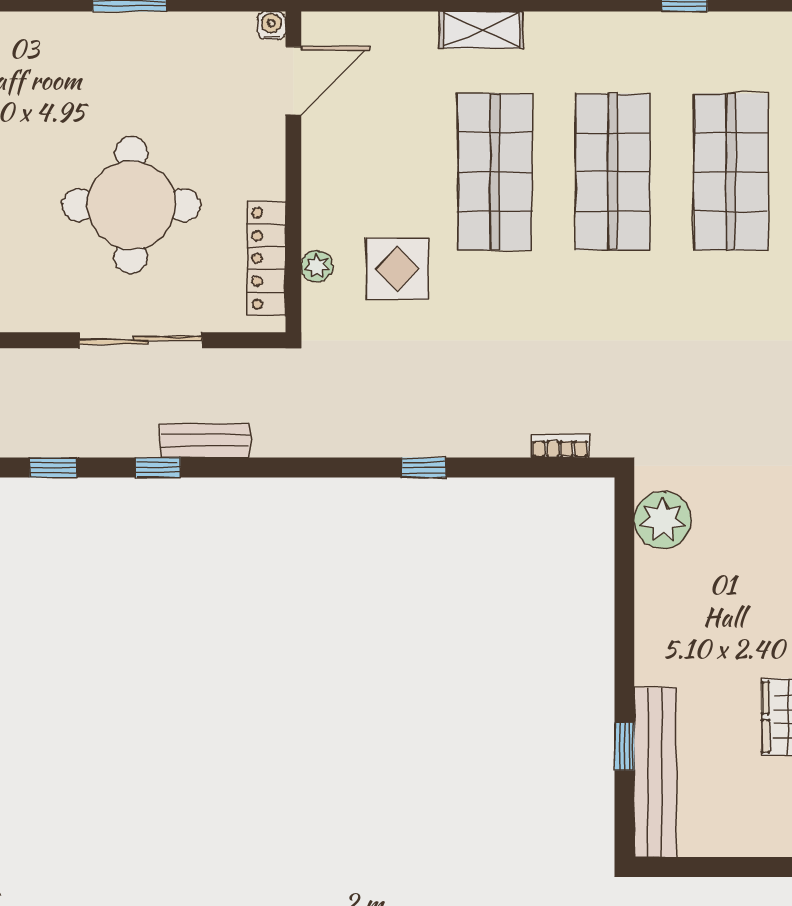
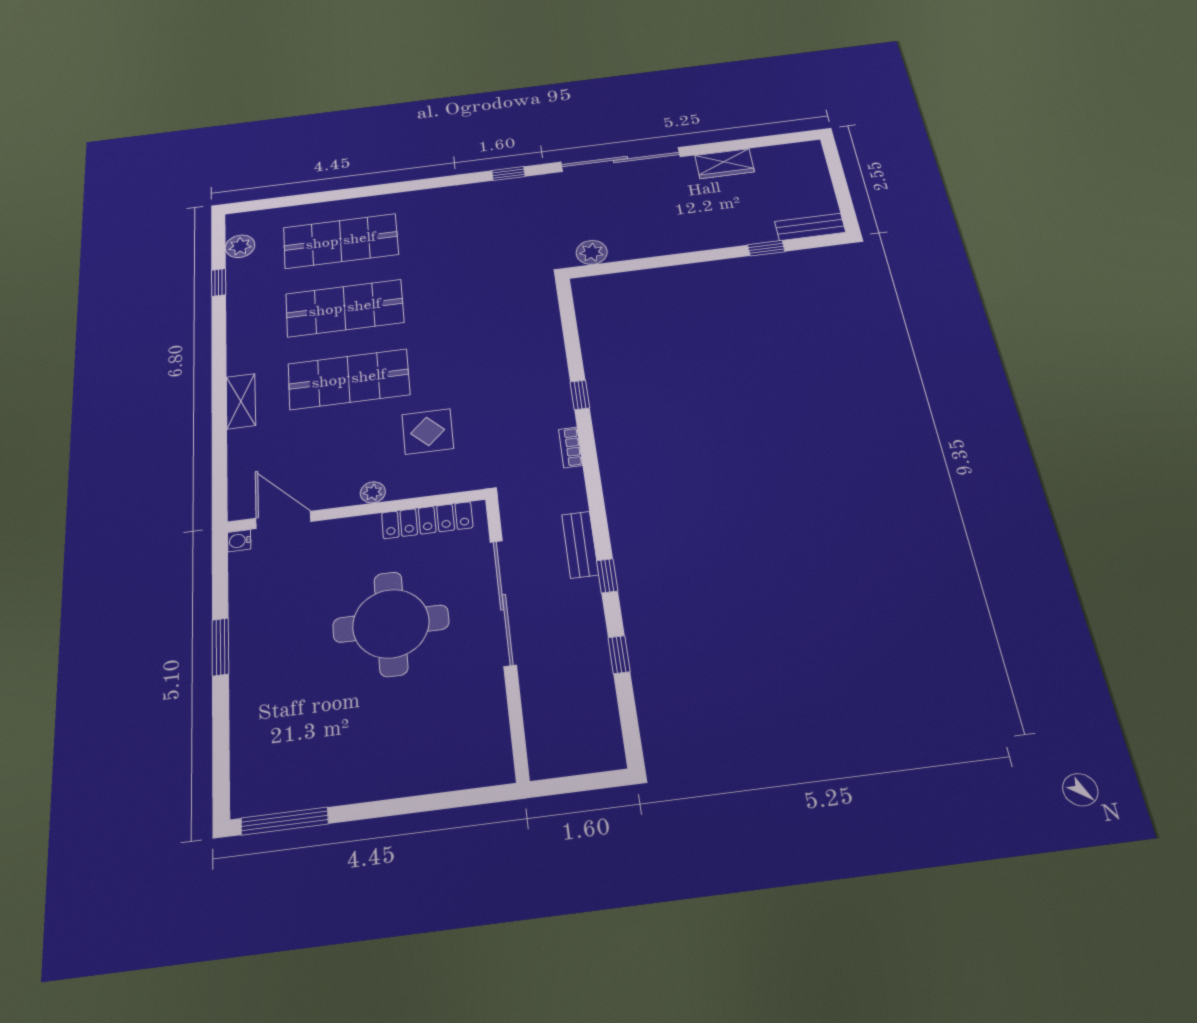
plant: (744, 32) -> (240, 246), added
plant: (317, 266) -> (373, 492), moved
sliding door: (141, 340) -> (503, 602), width x1.36
bookcase: (560, 446) -> (570, 447), moved
plant: (663, 520) -> (592, 252), width x0.73, depth x0.73
bench: (655, 773) -> (810, 227), width x0.54, depth x0.82

